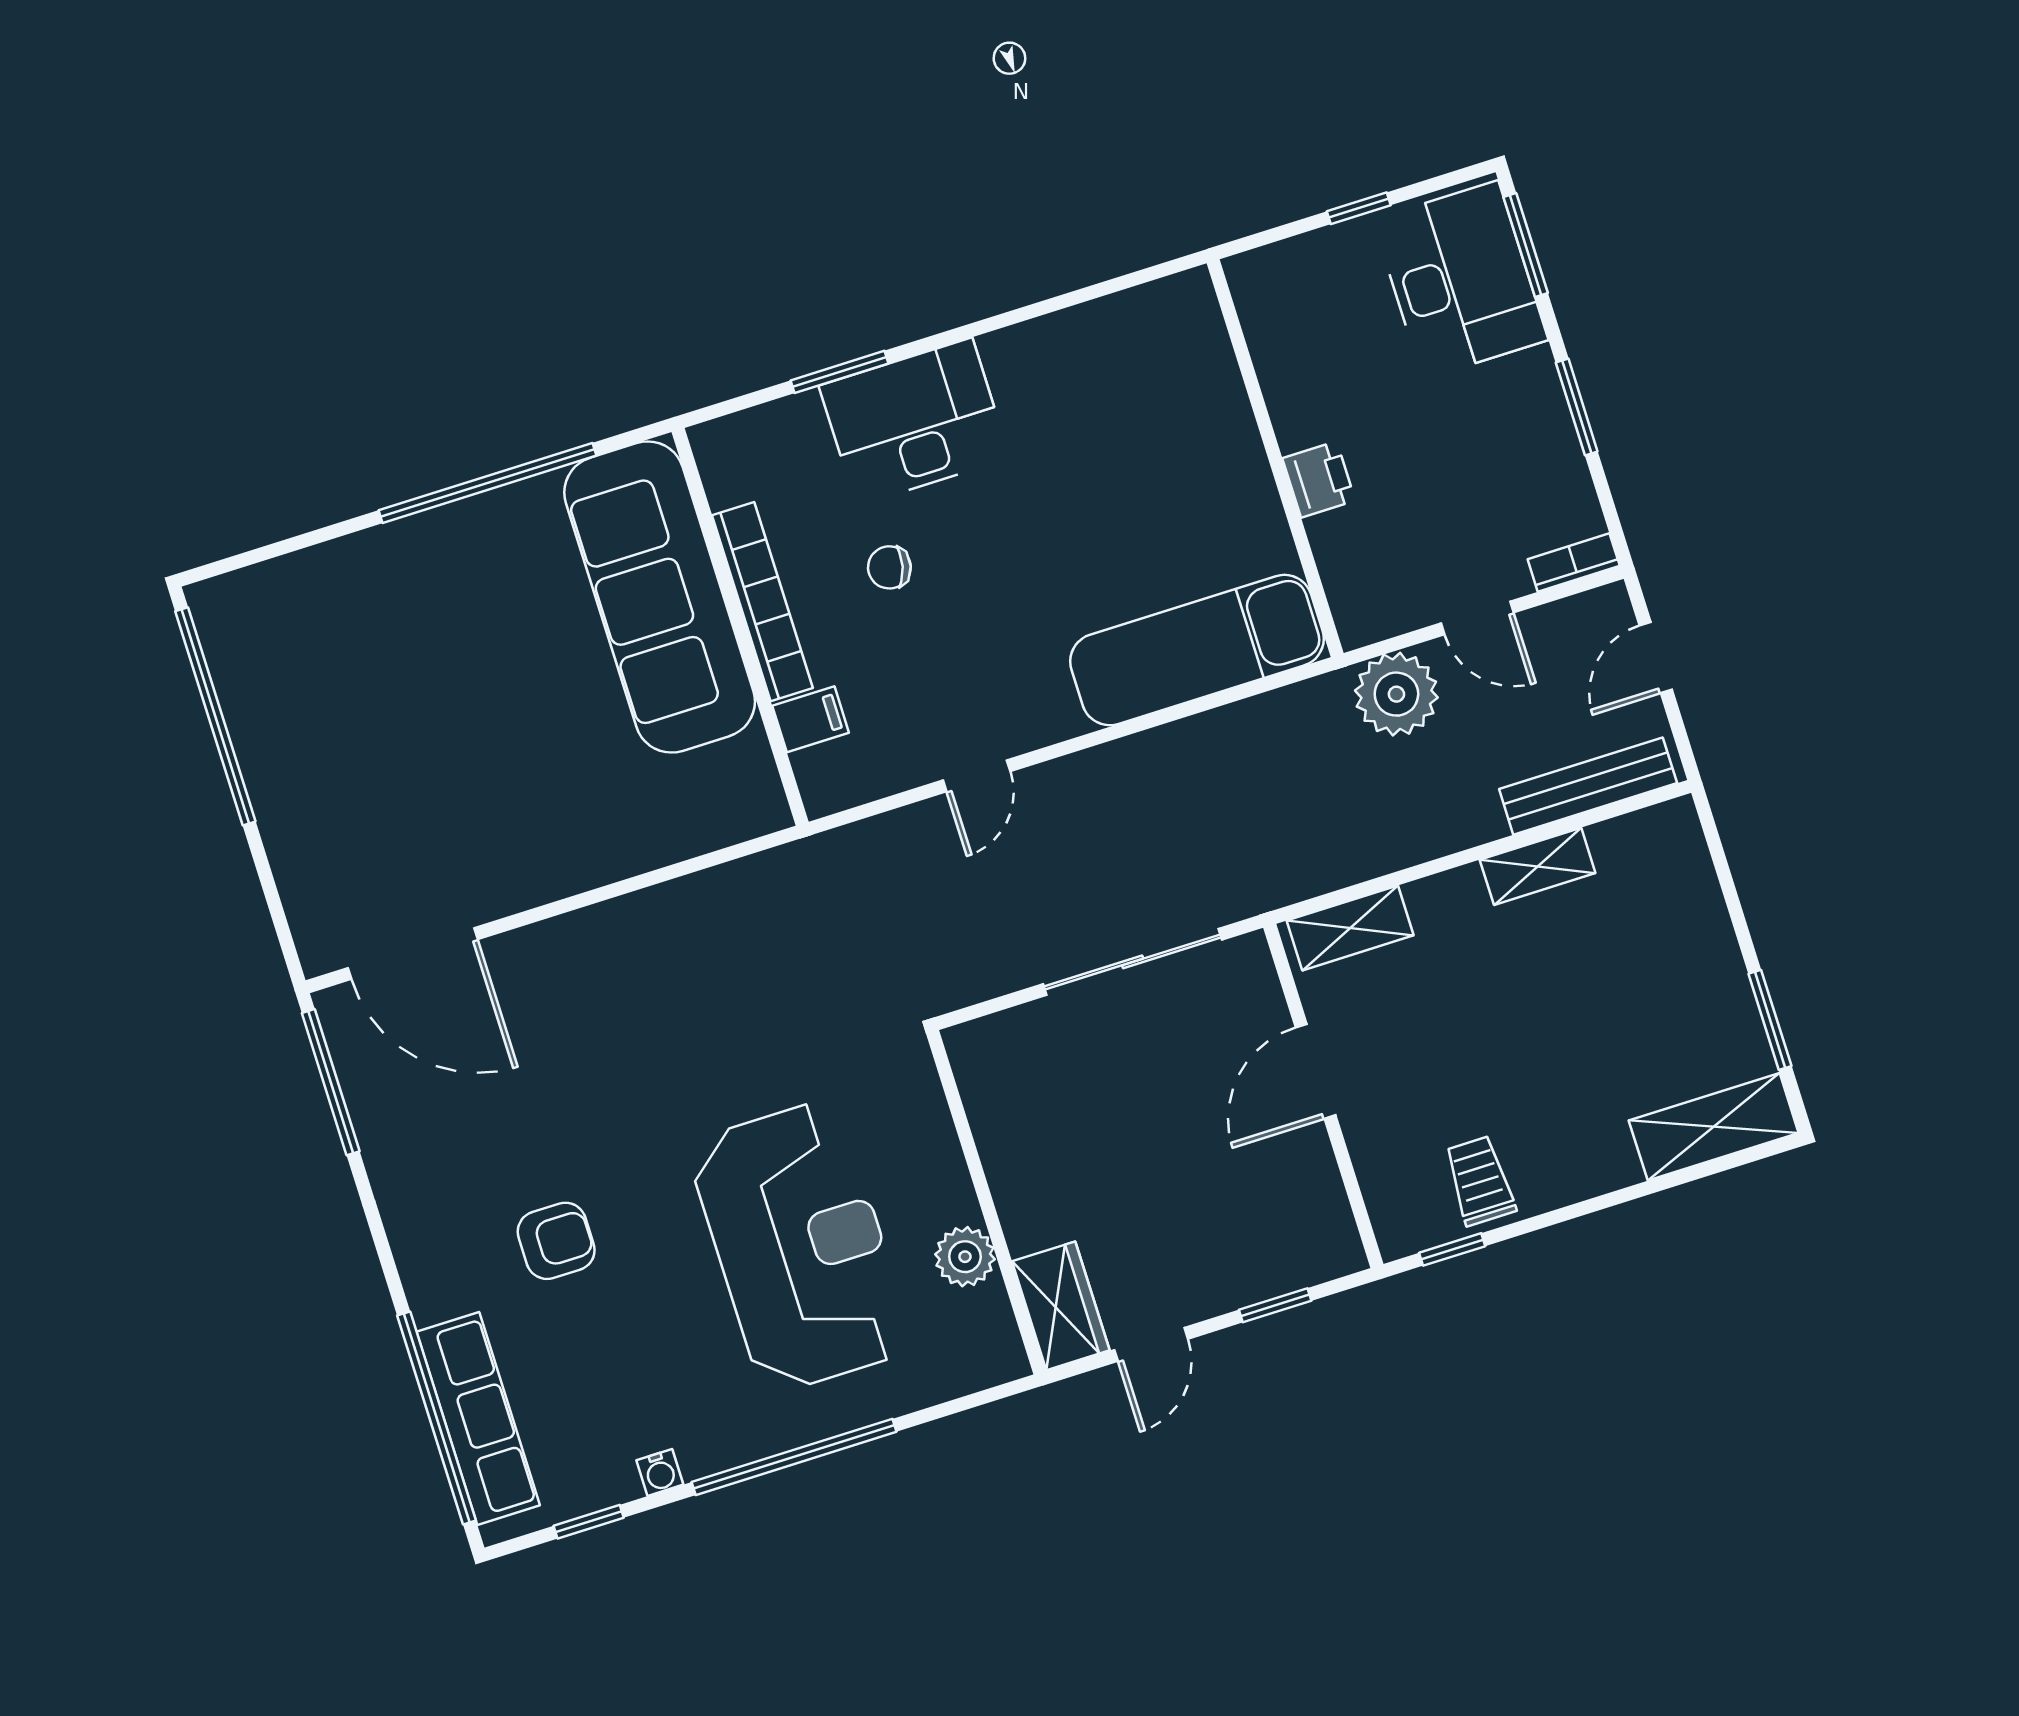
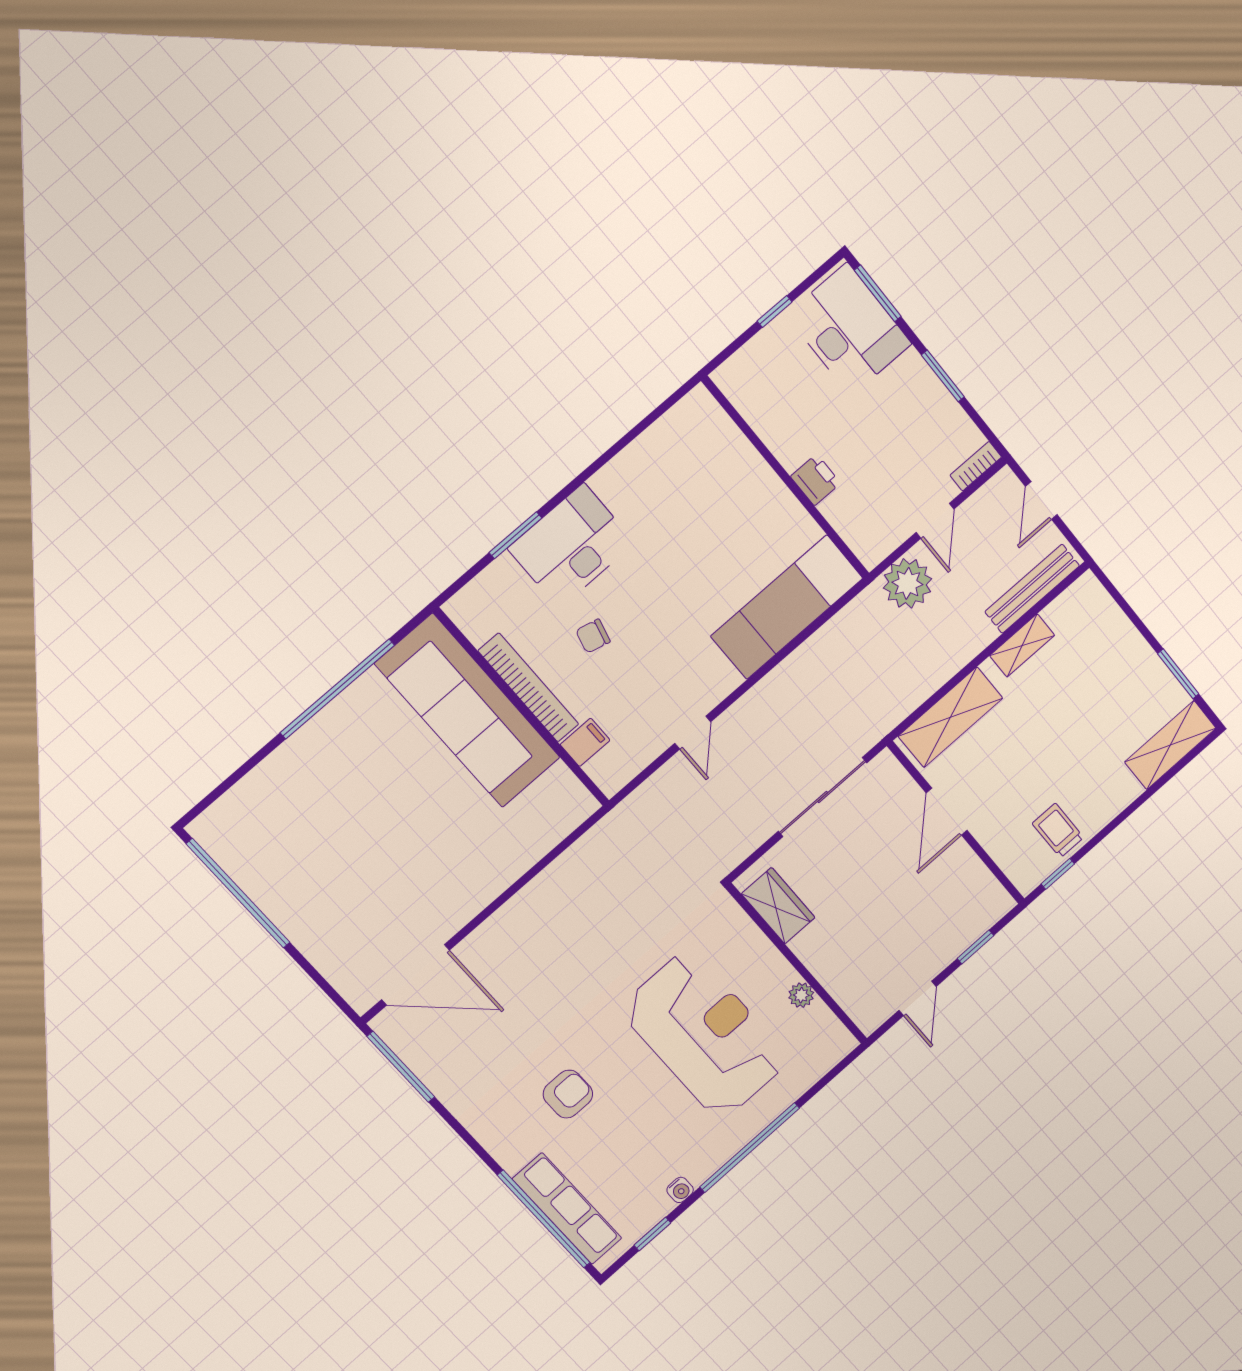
door: (1477, 618) -> (935, 521), hinge flipped
shelving: (1350, 928) -> (951, 717), width x1.50, depth x1.33
plant: (965, 1257) -> (801, 995), width x0.73, depth x0.73
wardrobe: (1061, 1306) -> (778, 906), moved

